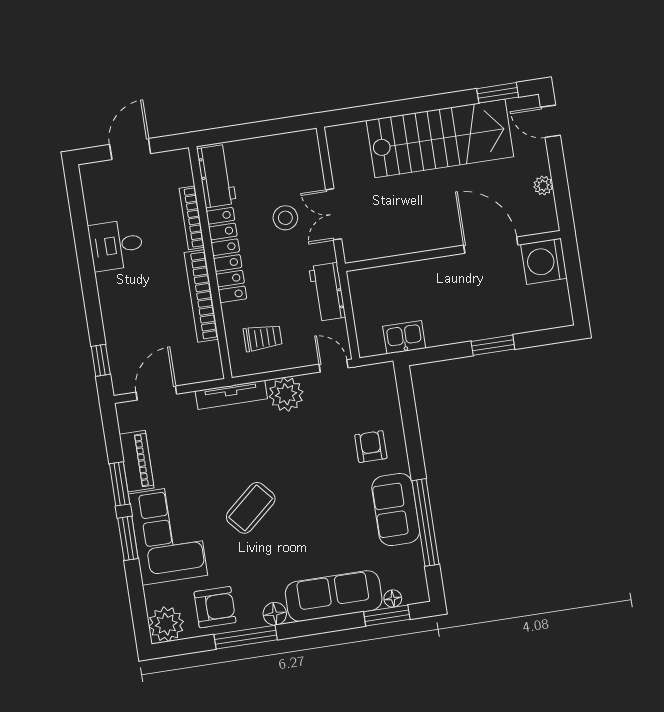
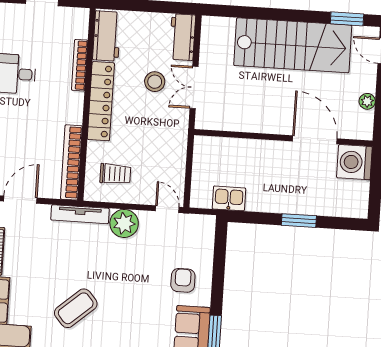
workbench: (327, 292) -> (182, 37), moved
bookcase: (201, 296) -> (71, 162), moved

